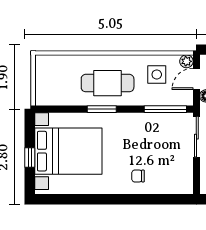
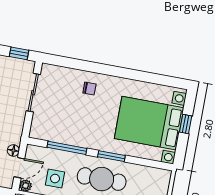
window: (165, 109) -> (67, 148), moved
sliding door: (196, 137) -> (33, 93), moved

